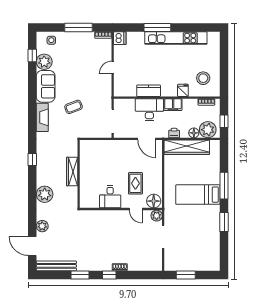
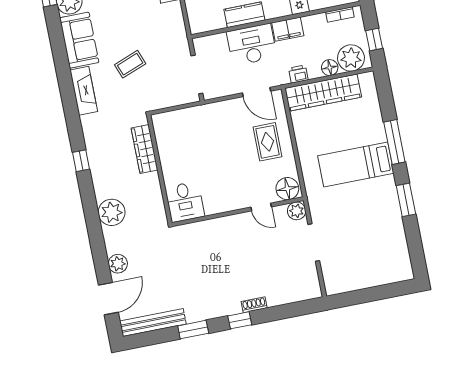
wardrobe: (72, 172) -> (145, 149), moved
rug: (135, 183) -> (267, 142), moved
desk: (110, 197) -> (185, 202), moved
door: (32, 246) -> (108, 299), swing flipped
window: (186, 275) -> (362, 296), removed

